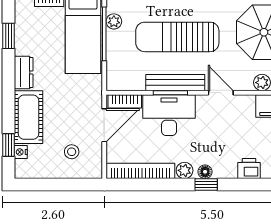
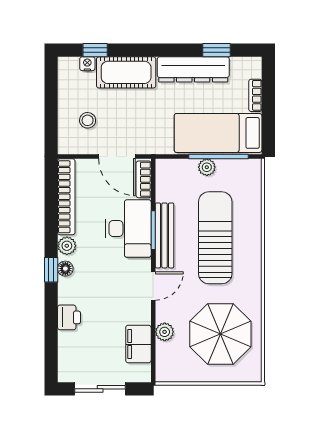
plant: (114, 21) -> (207, 167), moved
dresser: (24, 73) -> (193, 69), width x1.96, depth x1.24

